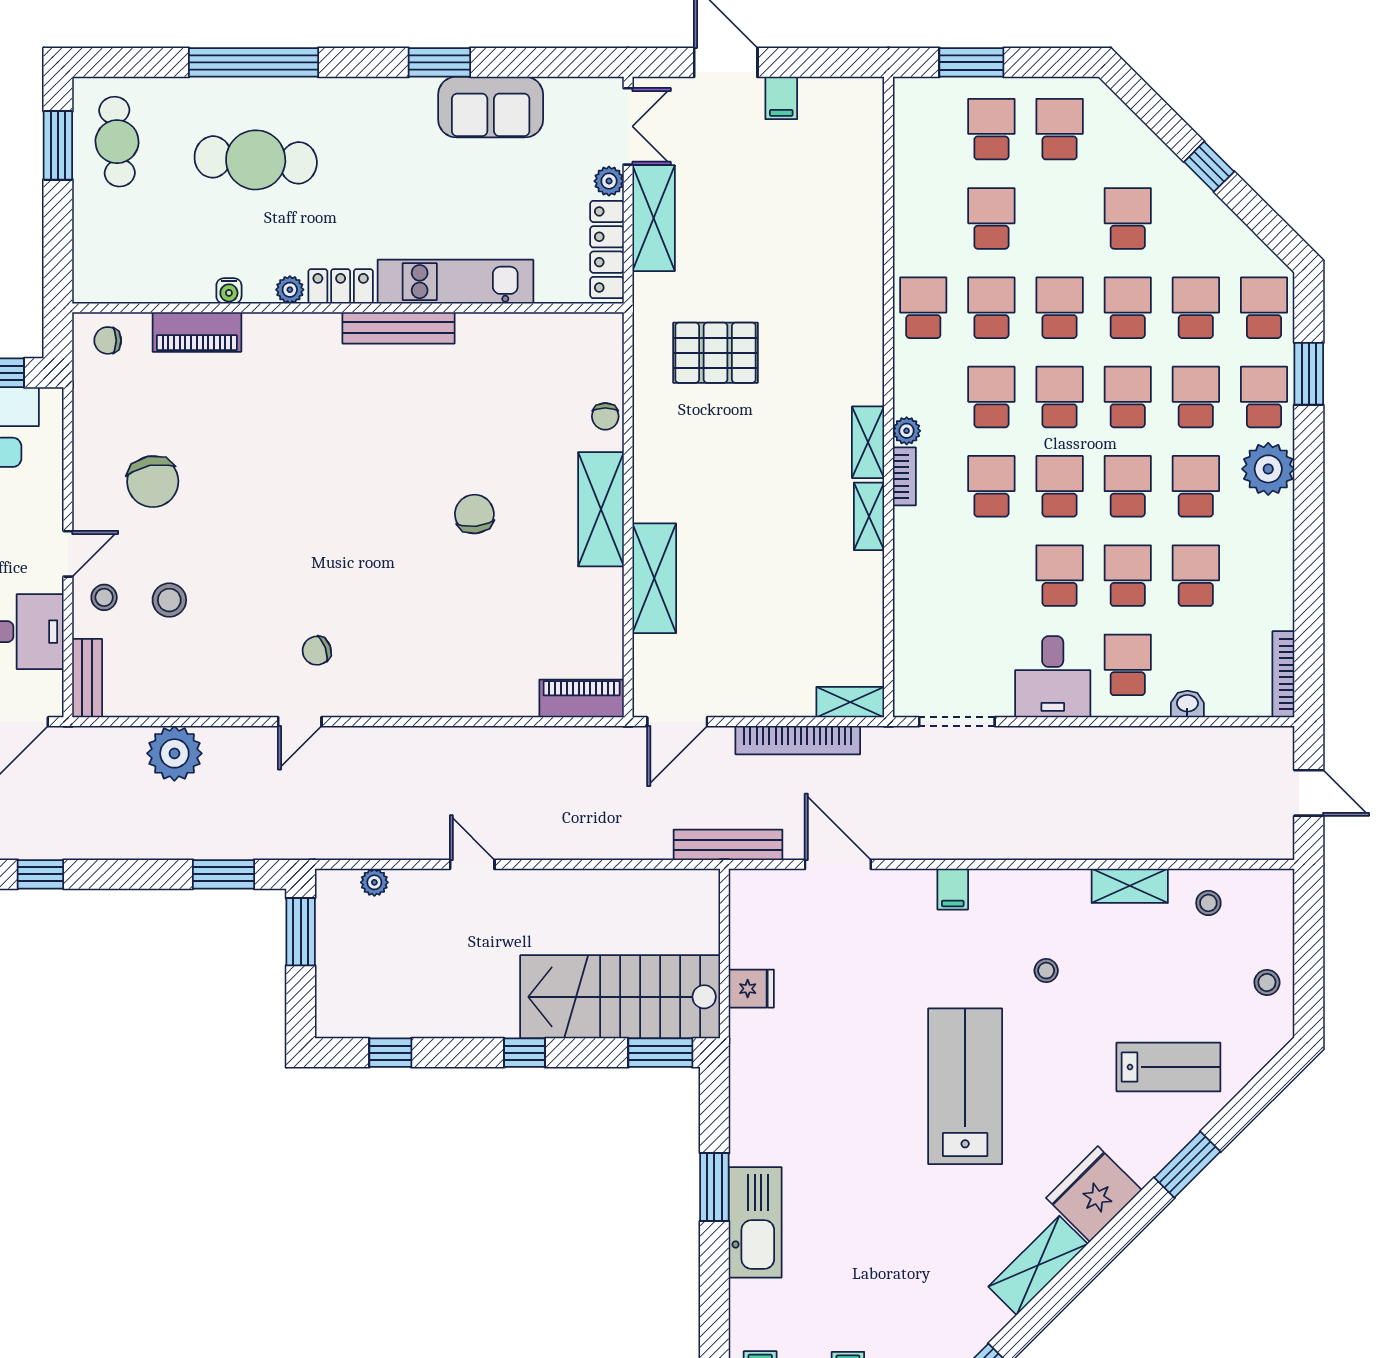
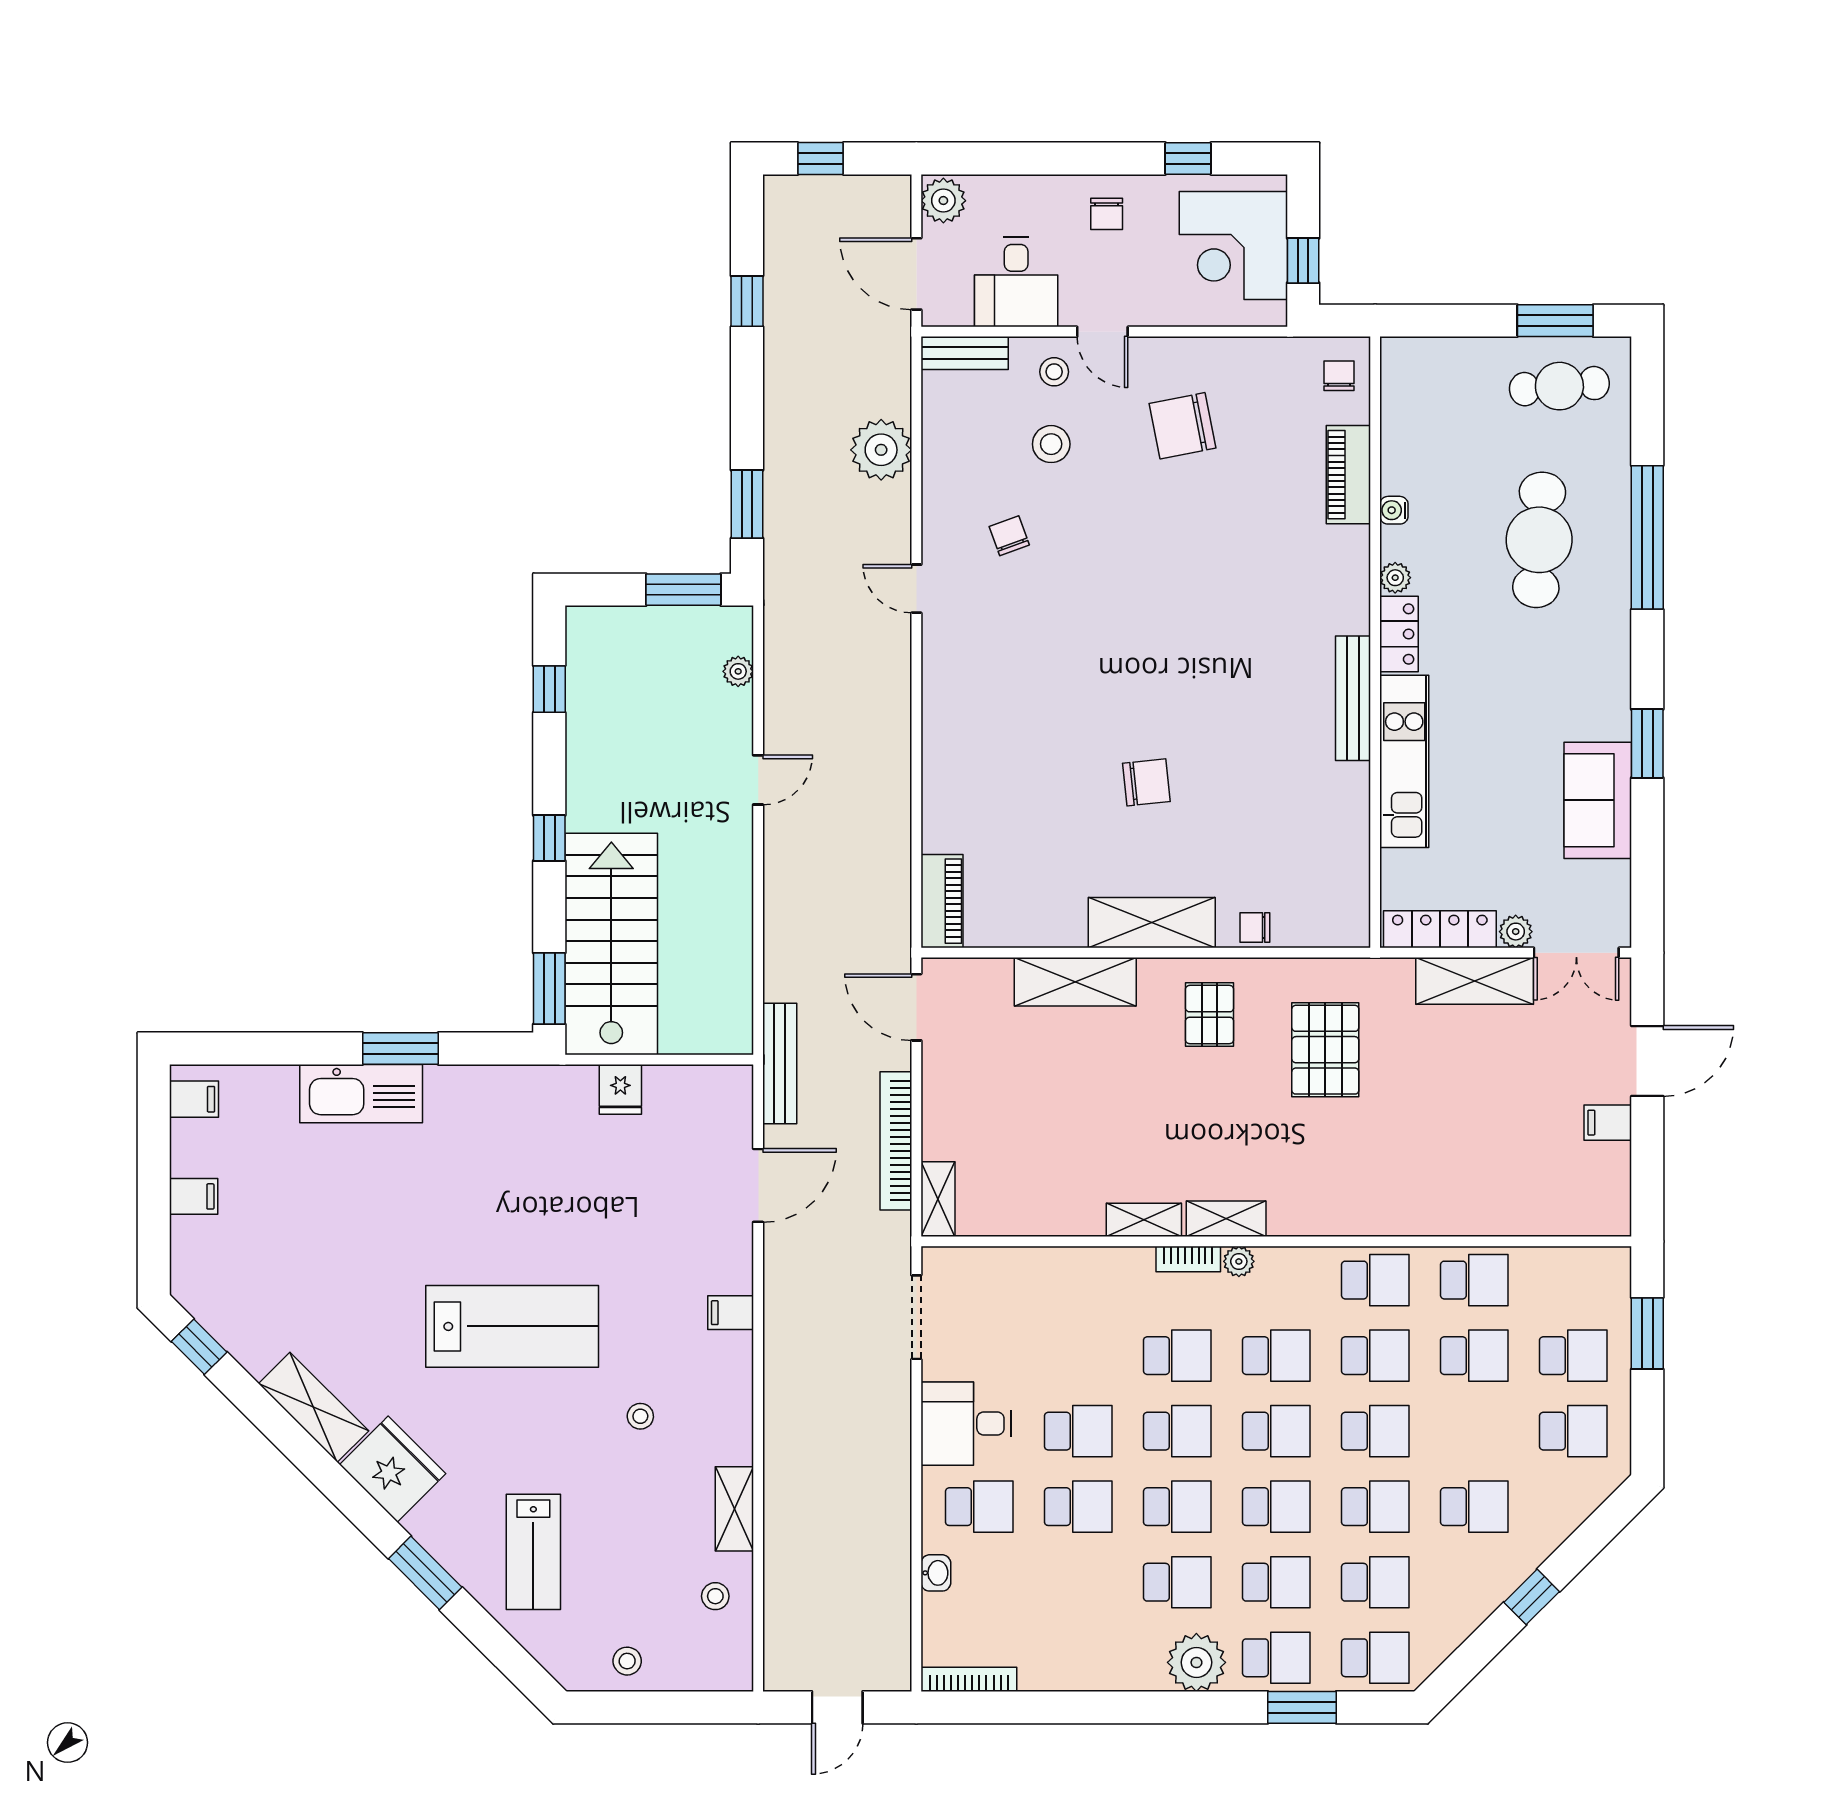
pallet: (684, 457) -> (1210, 1015), added
school desk: (1196, 576) -> (1474, 1280), moved
chair: (317, 651) -> (1009, 536), moved

